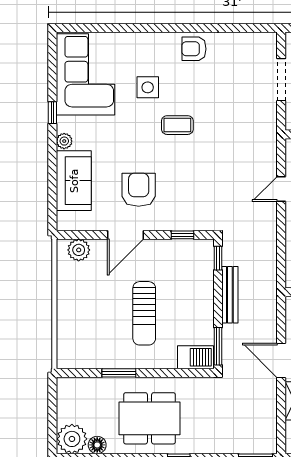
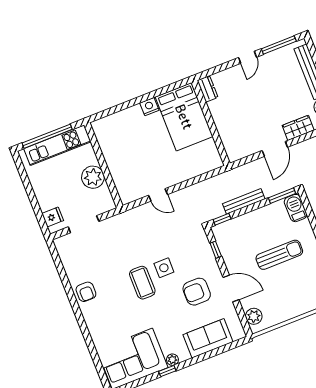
side table: (148, 87) -> (164, 268), moved
coffee table: (177, 125) -> (142, 283), width x1.36, depth x1.30
plant: (64, 141) -> (172, 360), moved

